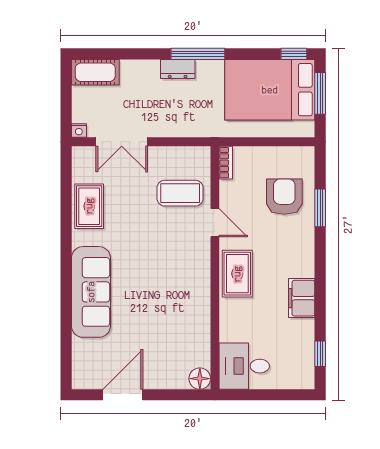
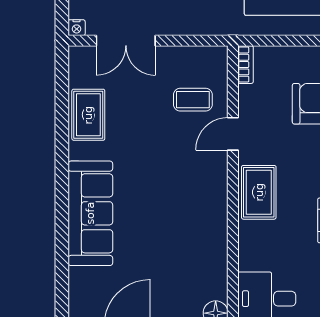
coffee table: (180, 193) -> (193, 100), width x0.73, depth x0.77
door: (215, 223) -> (233, 134), swing flipped

